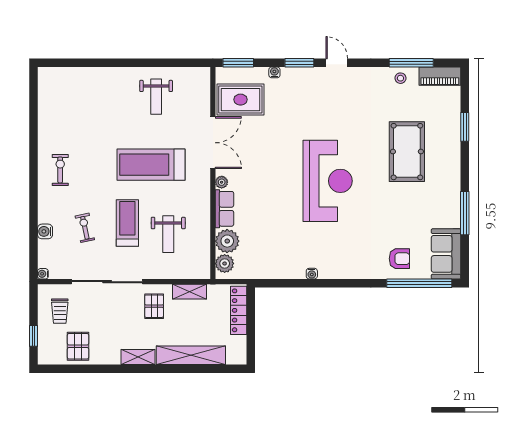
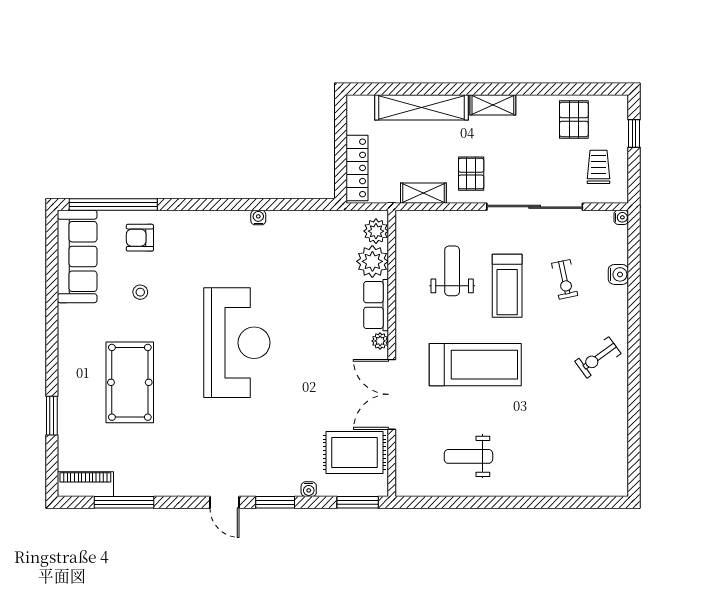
stool: (400, 78) -> (140, 292), moved
weight bench: (156, 97) -> (468, 456), turned -90
exercise bike: (60, 170) -> (598, 357), turned 54
reception desk: (328, 181) -> (237, 343), turned 180
window: (465, 213) -> (52, 299), removed
sofa: (446, 254) -> (77, 256), width x1.36

